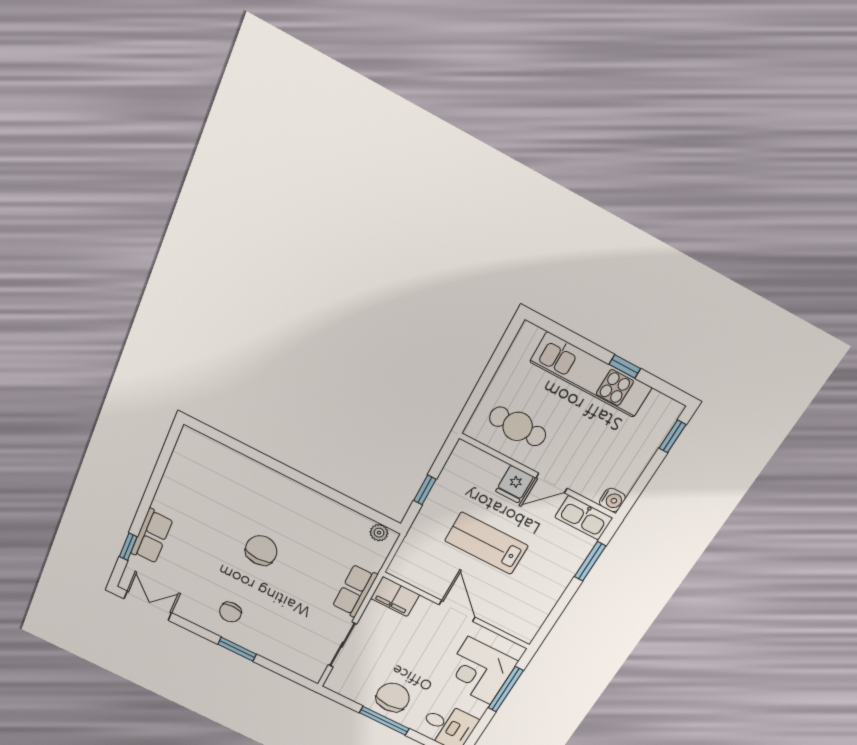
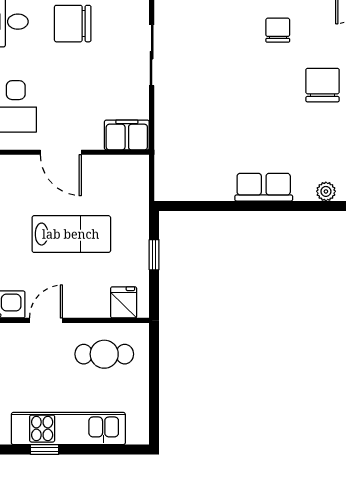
fridge: (515, 484) -> (124, 302), moved
plant: (379, 533) -> (326, 191), moved
chair: (261, 550) -> (323, 85), moved, turned 180
row of seats: (355, 591) -> (264, 187), moved, turned -90
chair: (393, 697) -> (73, 24), turned 90

